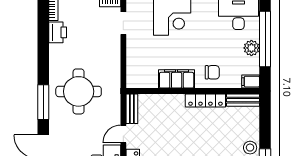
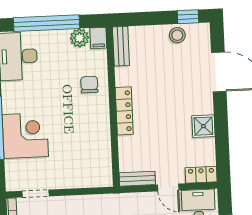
plant: (251, 48) -> (80, 38), moved
filing cabinet: (177, 79) -> (99, 127), removed
locker: (205, 100) -> (124, 111), moved

